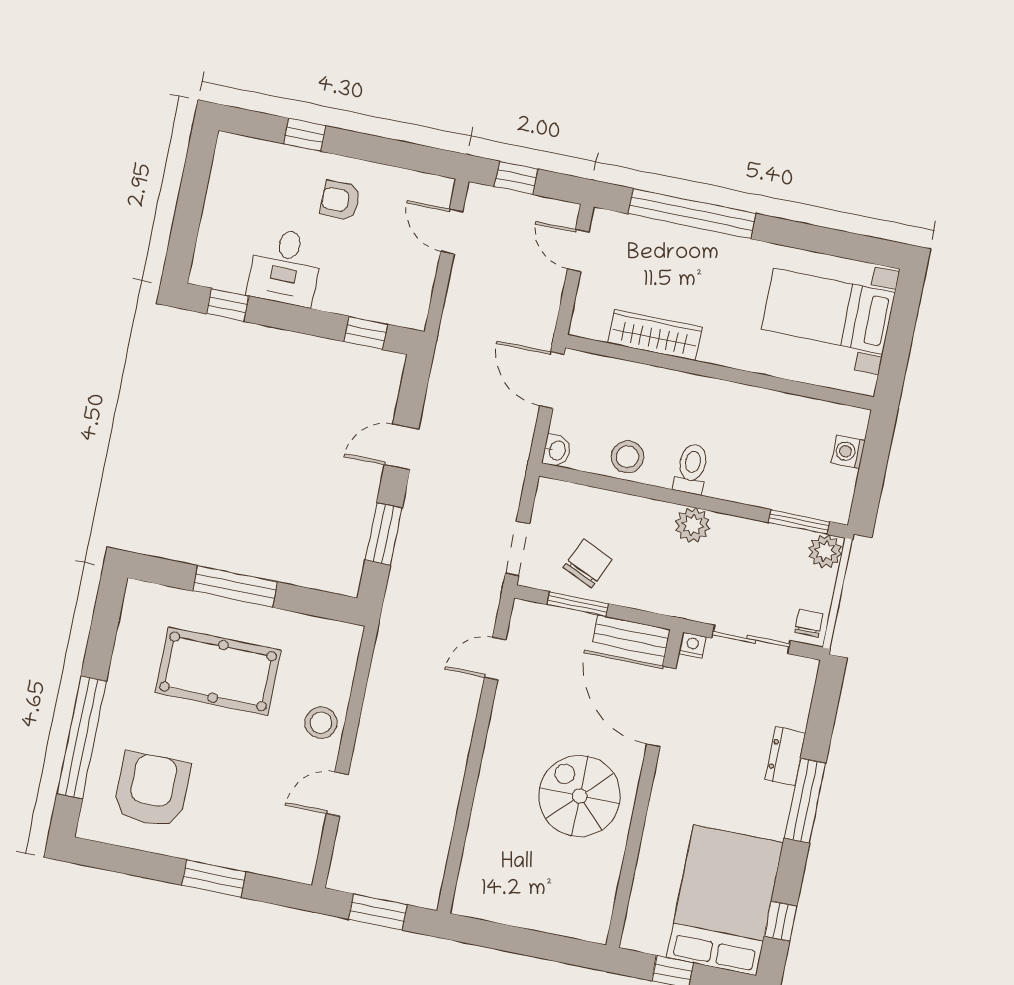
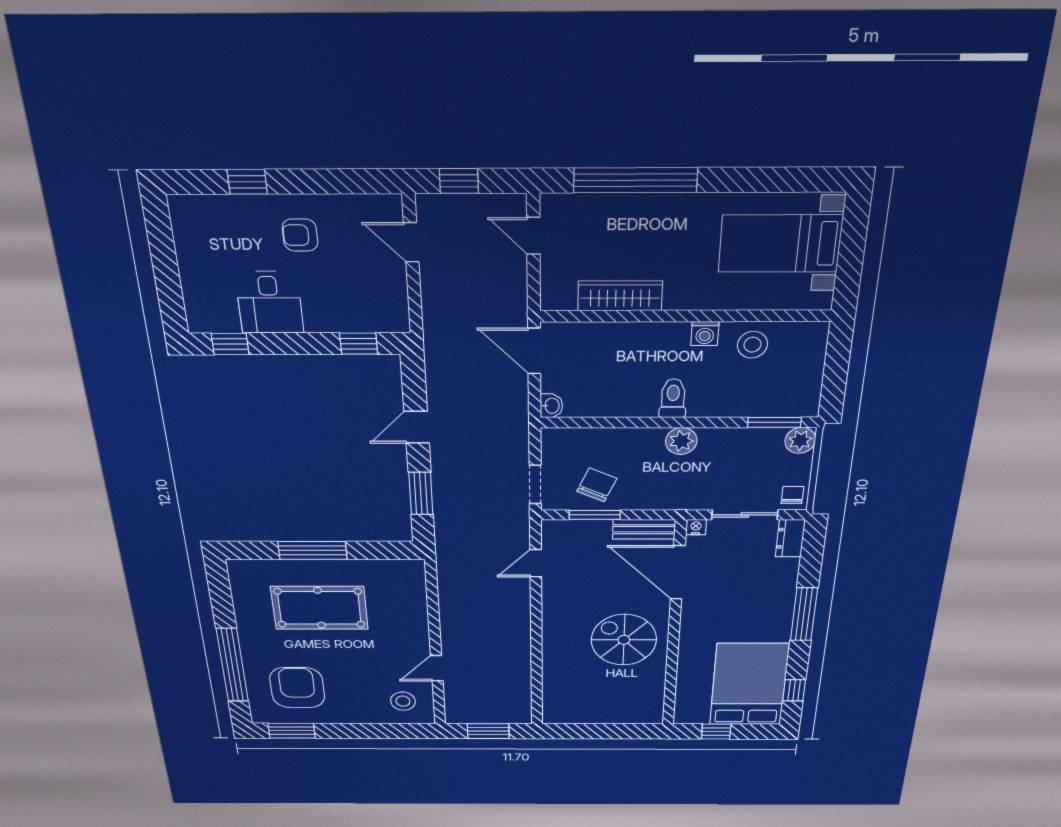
washing machine: (848, 452) -> (705, 334), moved, turned -90
stool: (627, 457) -> (752, 345), moved
stool: (321, 723) -> (403, 701), moved
dresser: (785, 756) -> (790, 538), moved
window: (214, 879) -> (292, 731), moved

